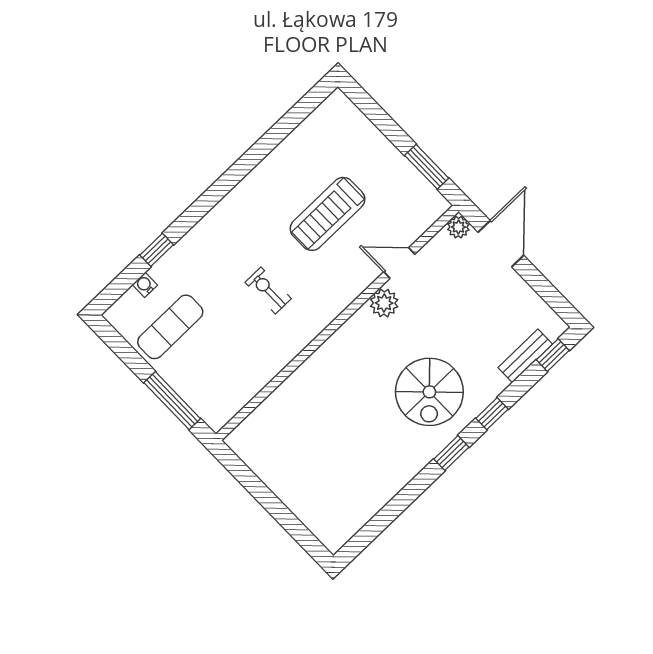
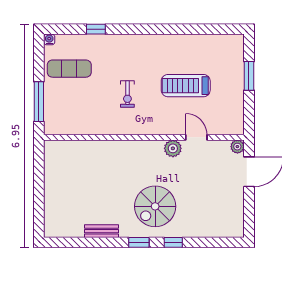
window: (427, 167) -> (249, 76), moved
water cooler: (145, 285) -> (49, 39), moved
exercise bike: (268, 290) -> (127, 94), turned 180
window: (553, 355) -> (225, 242), removed
bench: (525, 356) -> (102, 231), moved

